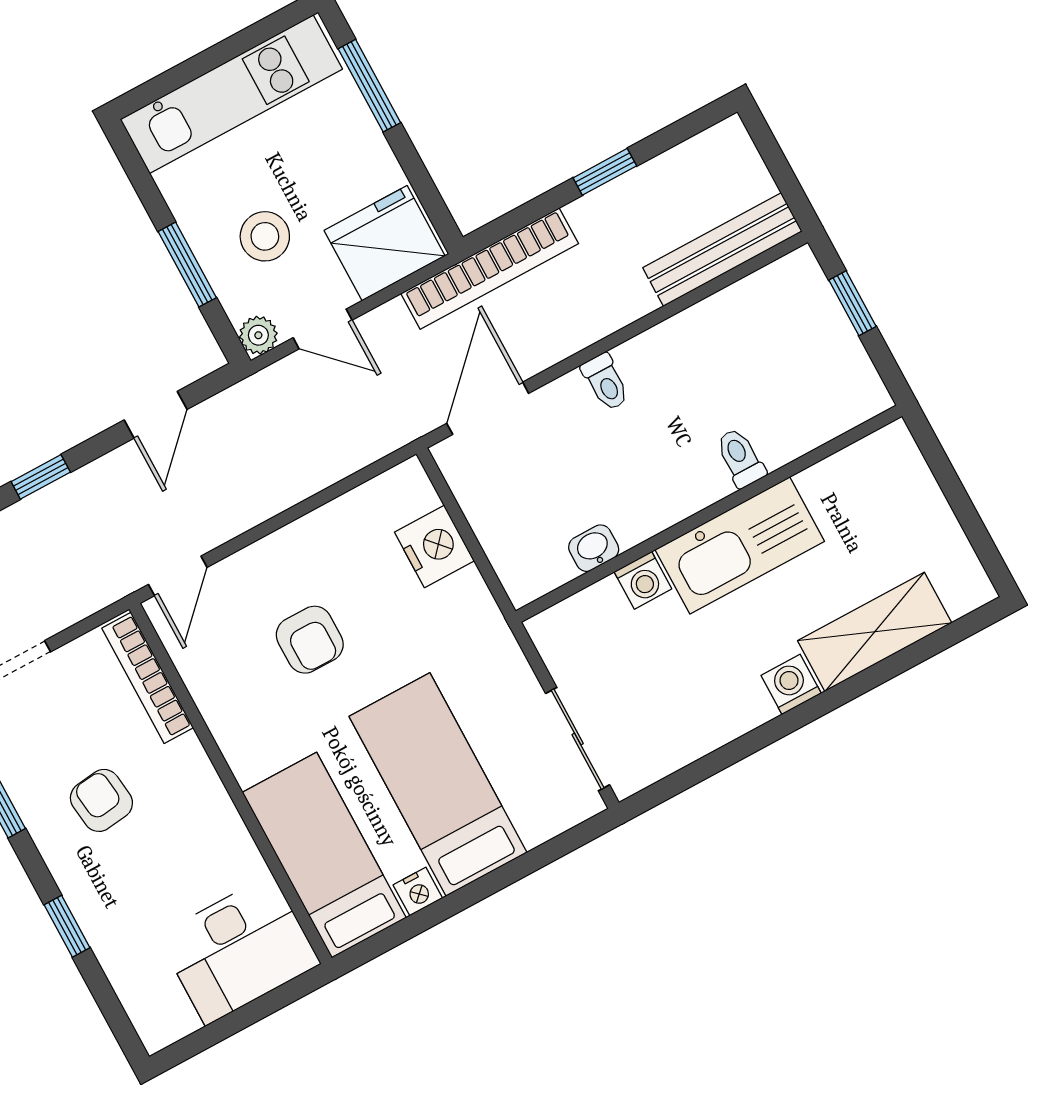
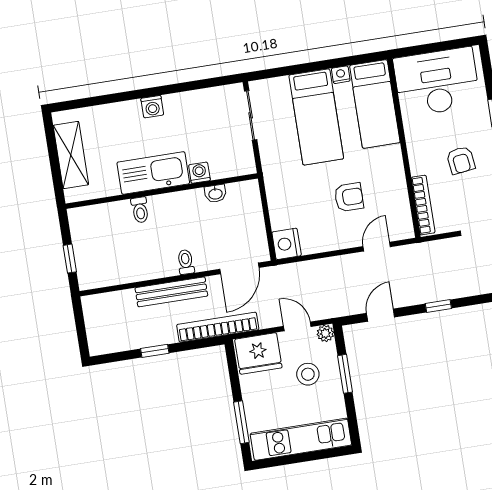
bench: (722, 250) -> (171, 292), moved
nightstand: (434, 546) -> (287, 244), moved
door: (178, 576) -> (377, 247), moved
shelving: (875, 632) -> (71, 155), moved, turned 90
armchair: (310, 640) -> (349, 197), turned 90
desk: (239, 950) -> (437, 82), width x1.36, depth x1.30

